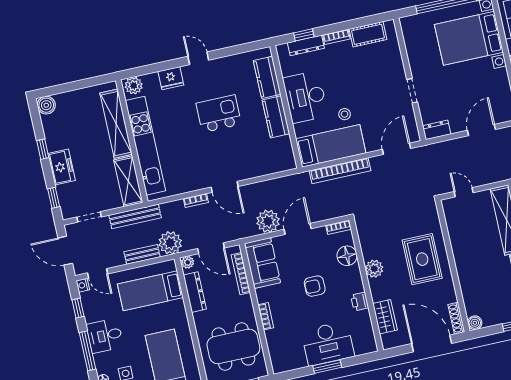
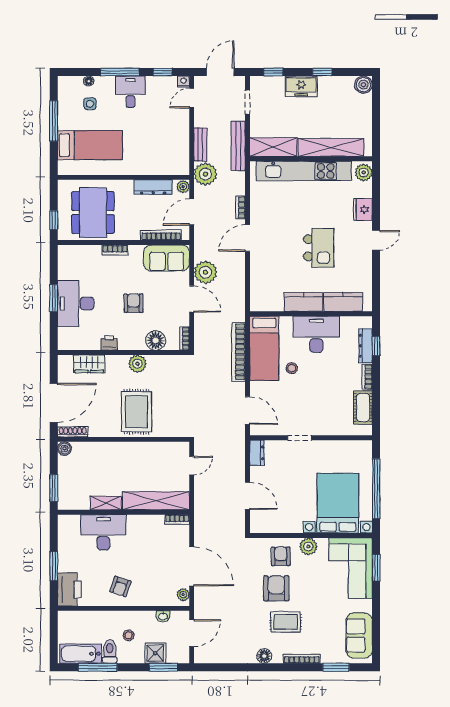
rug: (422, 259) -> (136, 412), turned 90
bed: (150, 291) -> (164, 145), removed

